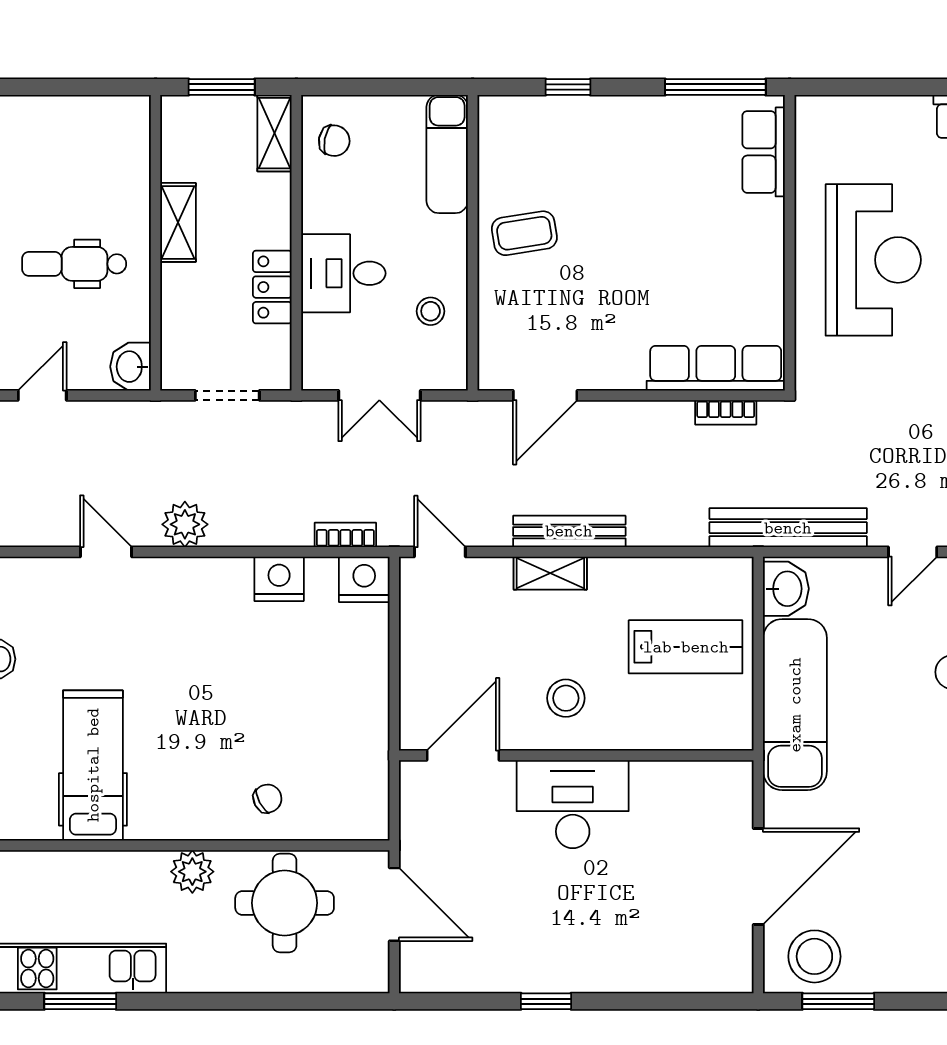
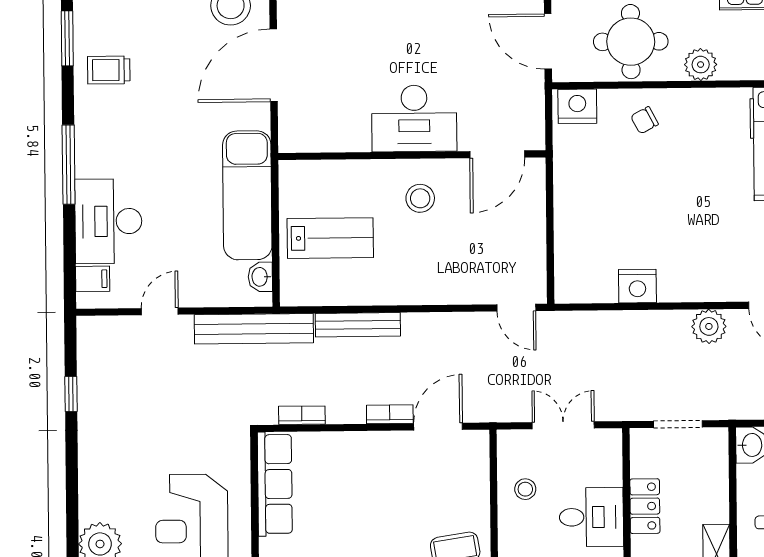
row of seats: (716, 368) -> (275, 484), moved, turned -90
bench: (569, 531) -> (358, 325), moved
bookcase: (345, 535) -> (390, 414), moved, turned 180
shelving: (550, 573) -> (433, 293), removed
nightstand: (364, 579) -> (577, 106), moved, turned 180
washbasin: (786, 589) -> (260, 277), width x0.72, depth x0.69
lab bench: (686, 647) -> (330, 238), turned 180

